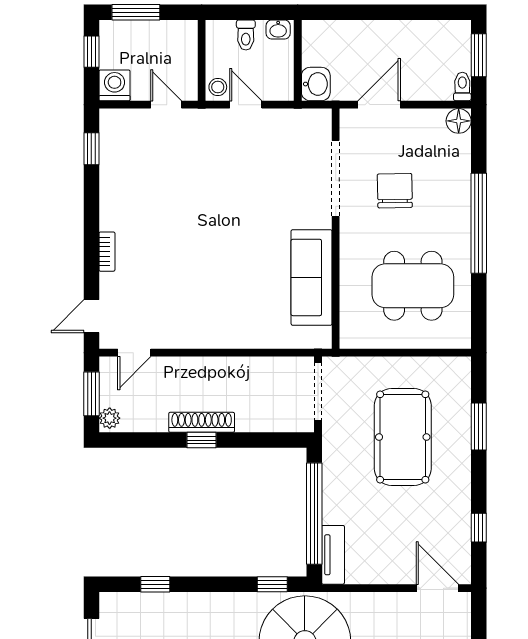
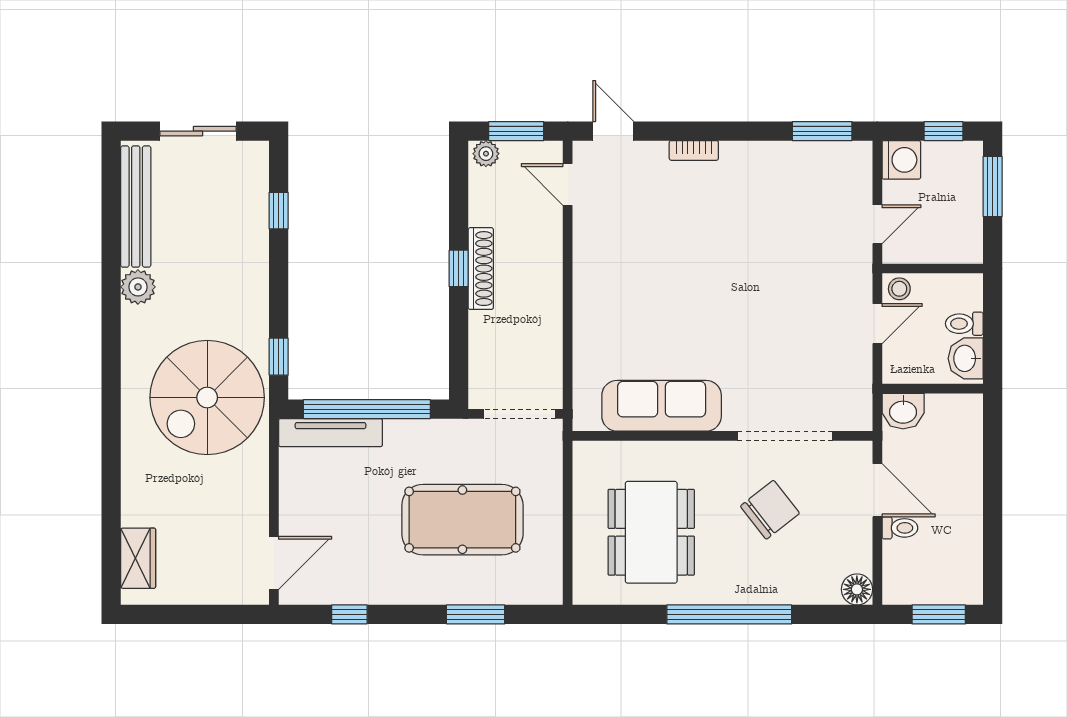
washbasin: (278, 30) -> (966, 358), width x1.38, depth x1.45
toilet: (462, 87) -> (900, 528), moved
window: (91, 149) -> (822, 131), width x1.50
chair: (395, 191) -> (770, 510), turned -37
tv unit: (333, 555) -> (330, 433), width x1.41

